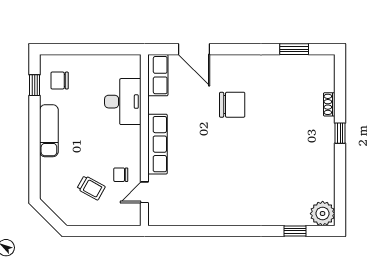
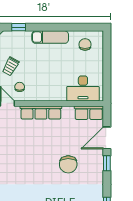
window: (231, 49) -> (107, 163), added
window: (35, 85) -> (19, 27), moved
desk: (123, 102) -> (83, 88), moved

